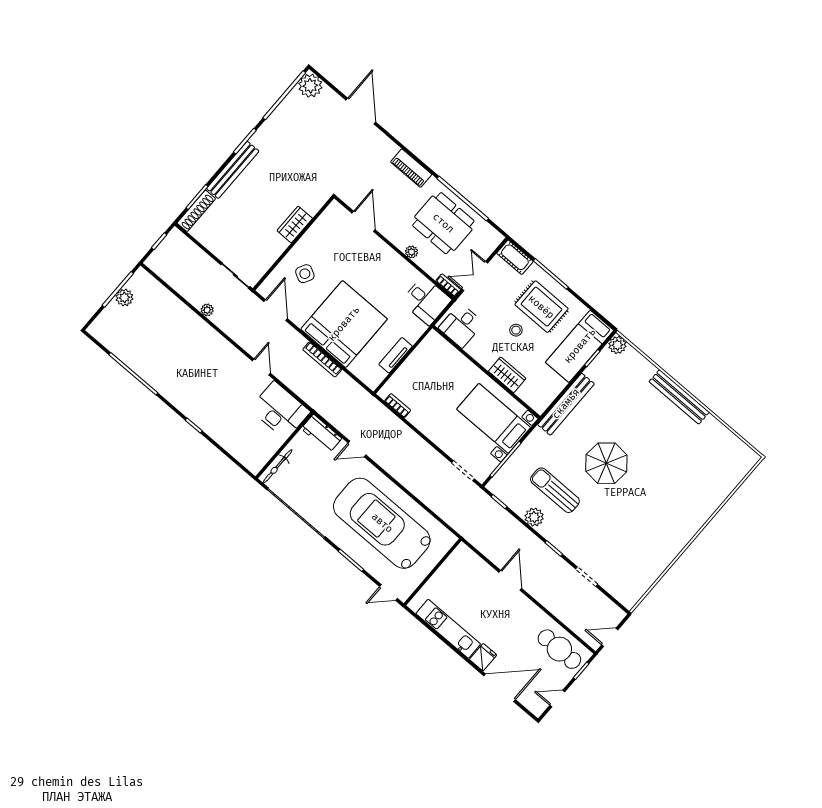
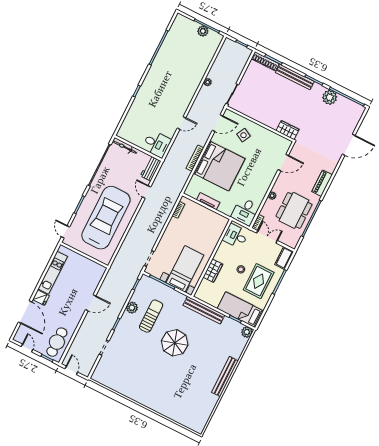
plant: (310, 86) -> (330, 97), moved
wardrobe: (295, 224) -> (288, 130), moved
desk: (280, 410) -> (157, 144), width x0.73

